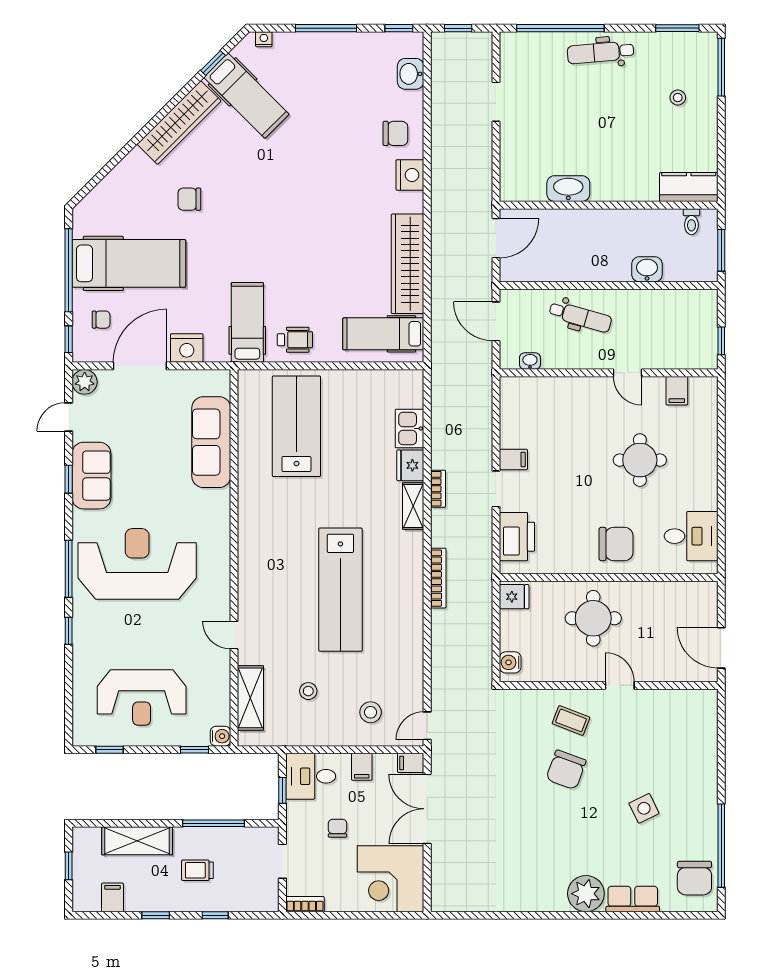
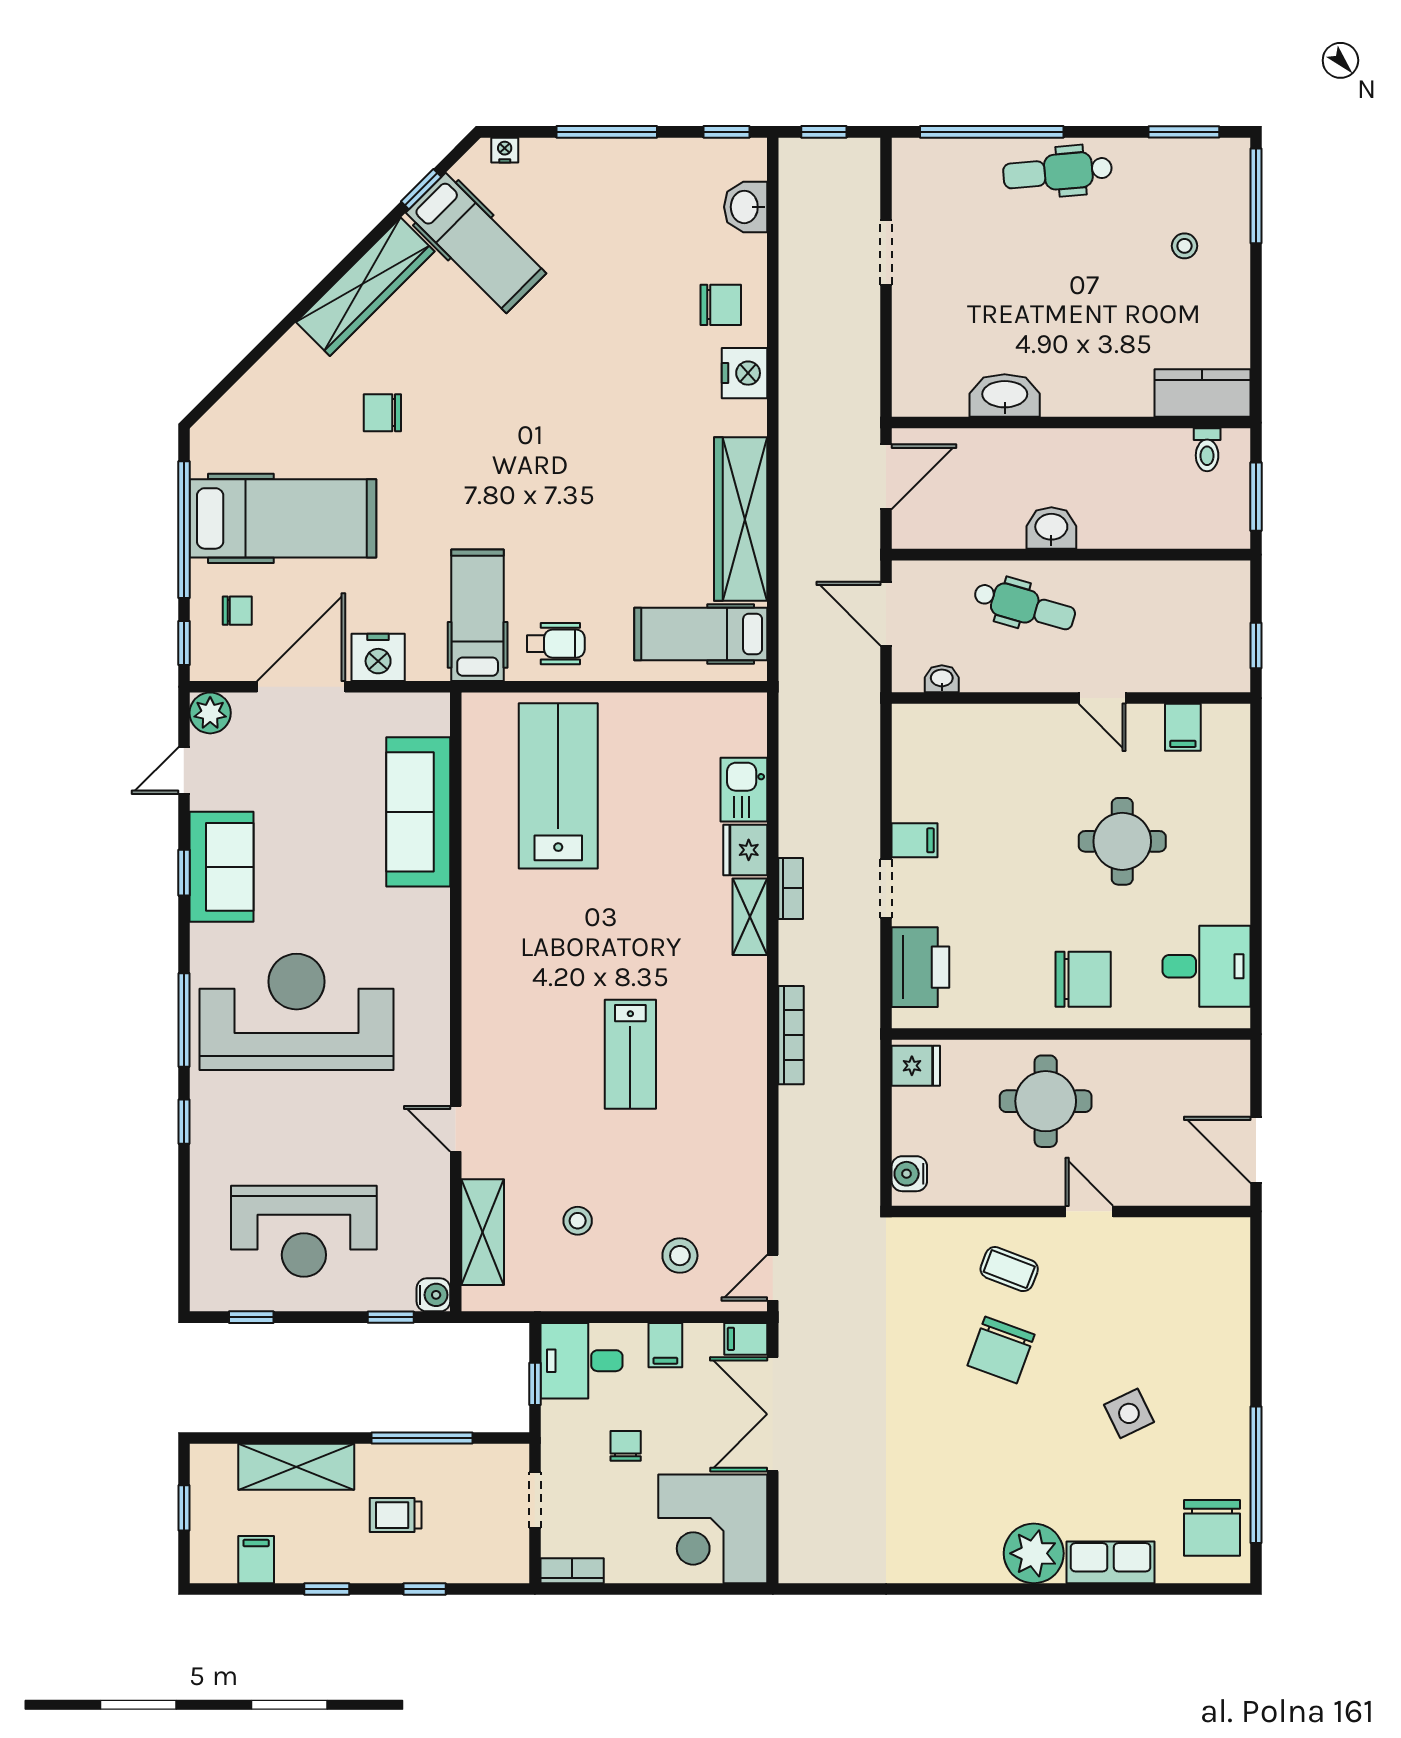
washbasin: (647, 269) -> (1051, 528), moved
lab bench: (340, 590) -> (630, 1054), width x0.54, depth x0.72

